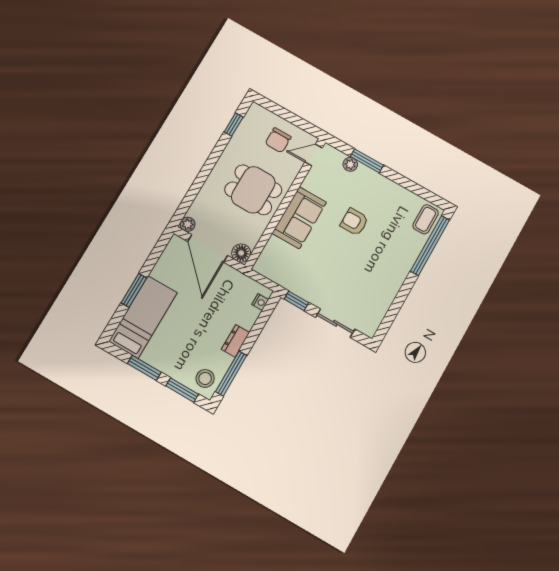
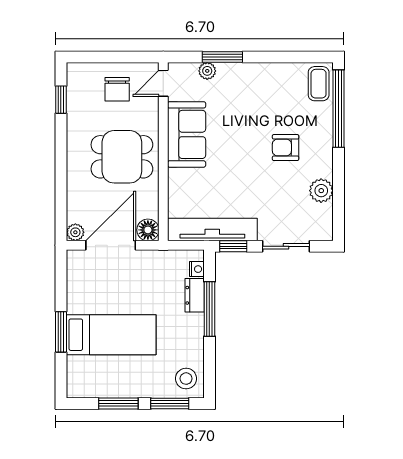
sofa: (299, 218) -> (187, 134), moved
armchair: (354, 222) -> (286, 148), moved
door: (208, 248) -> (111, 245), swing flipped
tv unit: (288, 280) -> (212, 229), added
plant: (384, 297) -> (321, 191), added
bed: (143, 317) -> (111, 335), moved, turned 90
dresser: (235, 341) -> (195, 295), moved
window: (231, 374) -> (209, 309), moved

